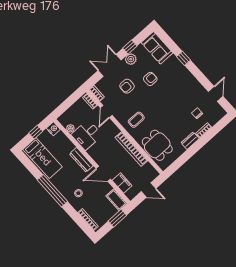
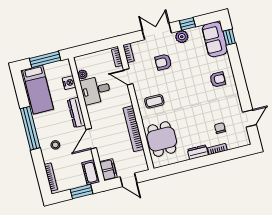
window: (183, 58) -> (229, 37), moved
armchair: (150, 79) -> (218, 79), moved
door: (106, 112) -> (128, 77), hinge flipped
nightstand: (53, 129) -> (69, 83), moved
window: (36, 132) -> (45, 59), width x2.17
door: (103, 174) -> (91, 139), hinge flipped
filing cabinet: (122, 183) -> (108, 170), moved

